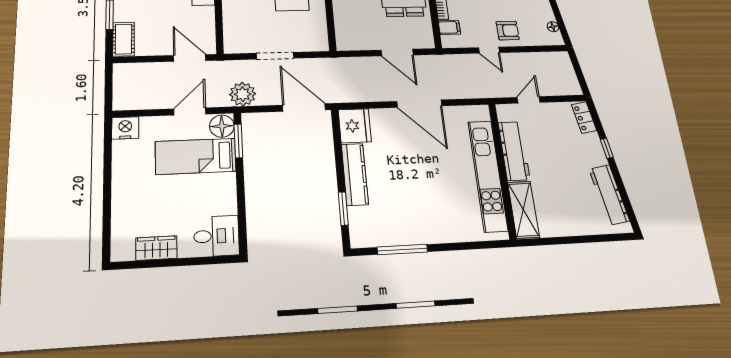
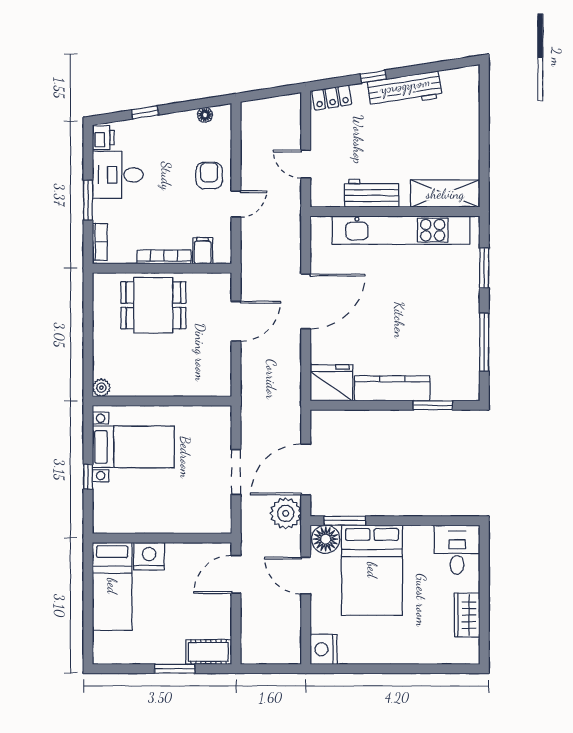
door: (304, 108) -> (306, 469), moved
workbench: (514, 151) -> (372, 193), width x0.73
bed: (196, 156) -> (372, 570), width x1.50
workbench: (609, 195) -> (405, 90), moved
window: (466, 246) -> (484, 268), added

